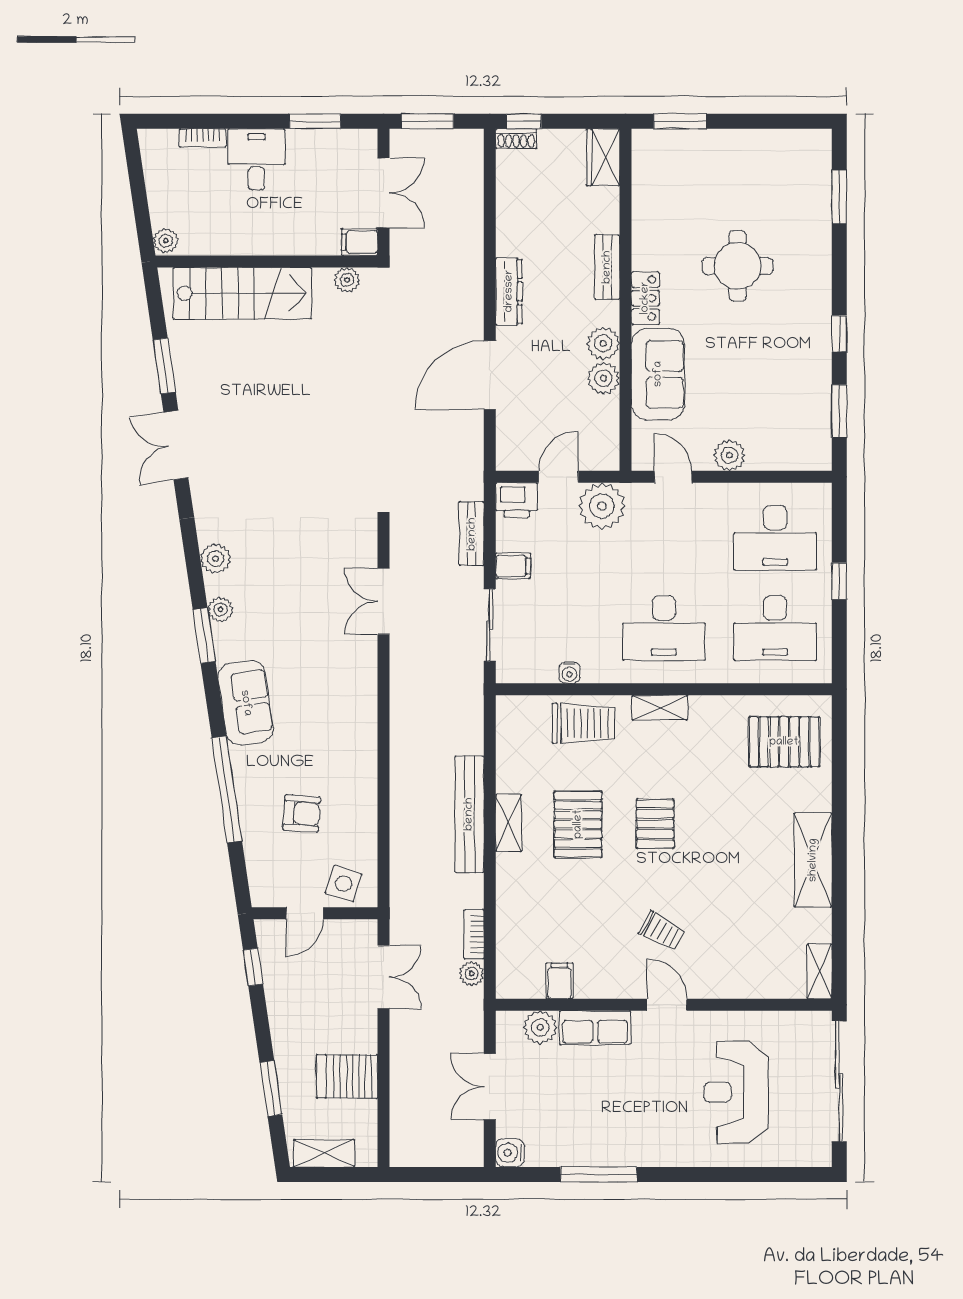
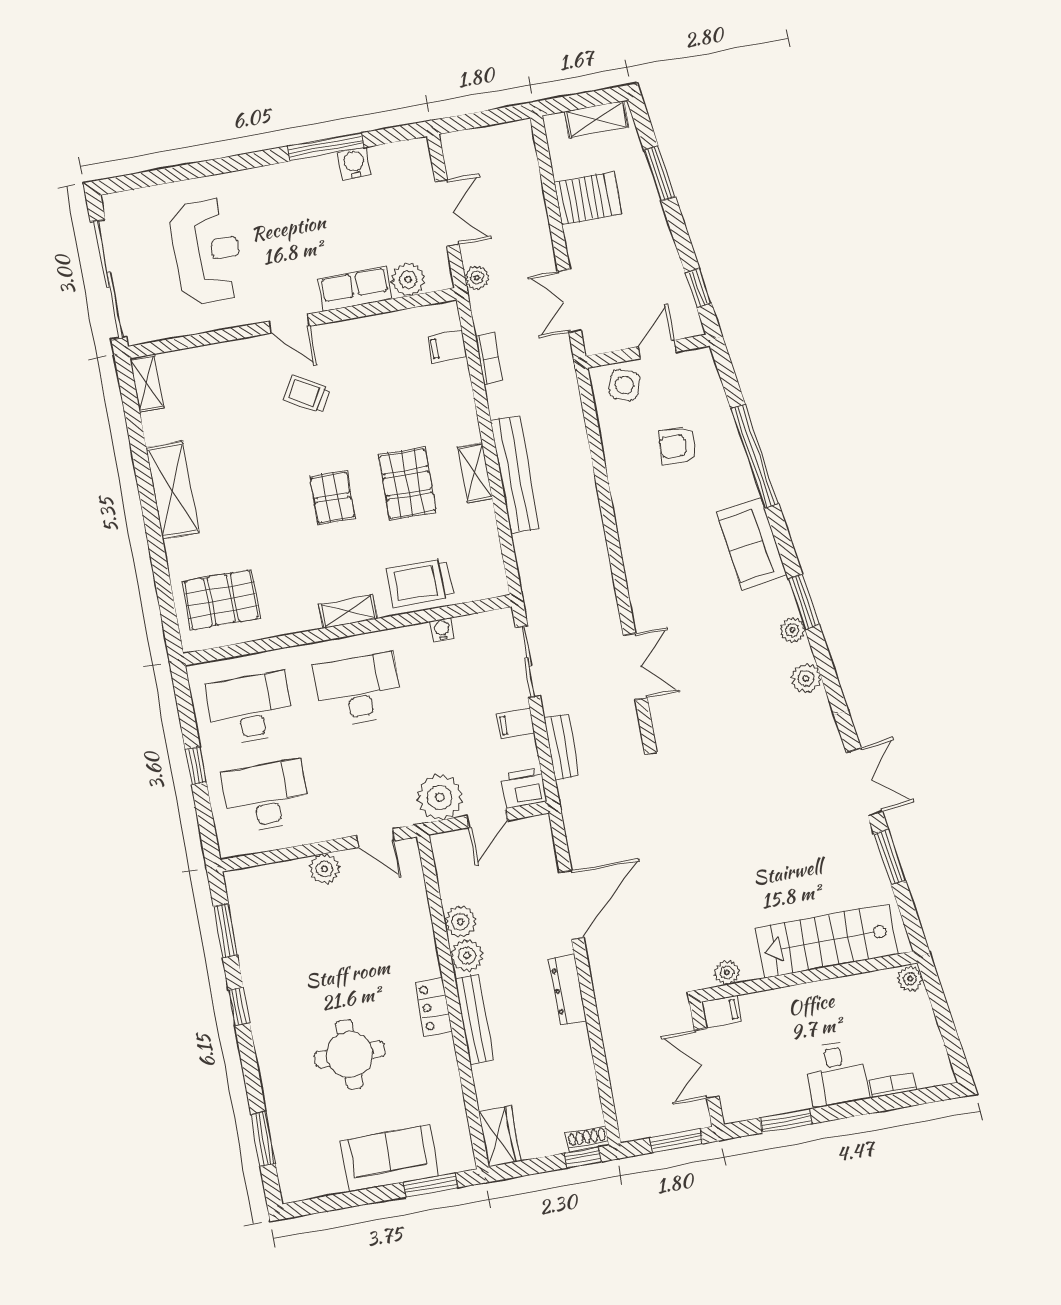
bench: (607, 267) -> (474, 1019), width x1.36
sofa: (658, 374) -> (389, 1158), moved, turned 90
plant: (472, 974) -> (477, 278), moved
filing cabinet: (559, 981) -> (447, 347), moved, turned 90
water cooler: (510, 1153) -> (354, 164), moved, turned -90

